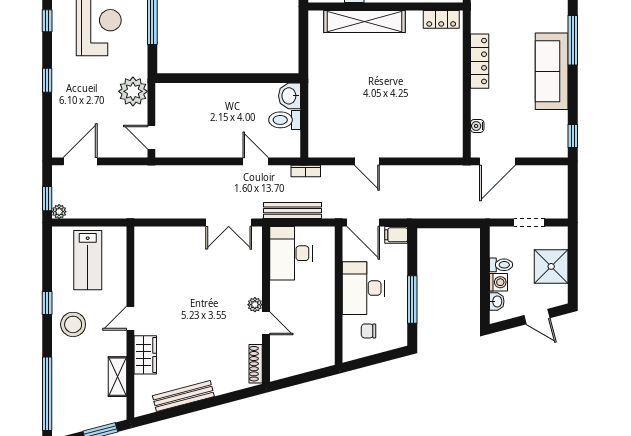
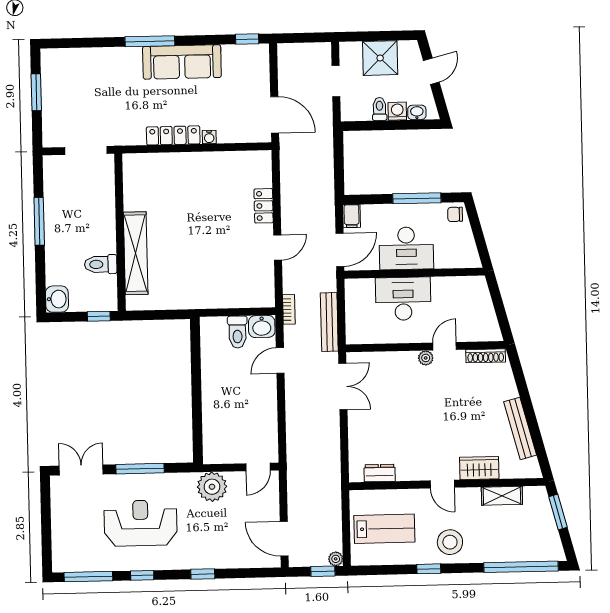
locker: (441, 19) -> (264, 206), moved, turned 180
washbasin: (290, 96) -> (262, 326), moved
water cooler: (477, 126) -> (209, 137), moved
desk: (291, 253) -> (403, 299), moved, turned 180
dresser: (143, 257) -> (380, 473), added
chair: (369, 331) -> (455, 214), moved, turned 90

